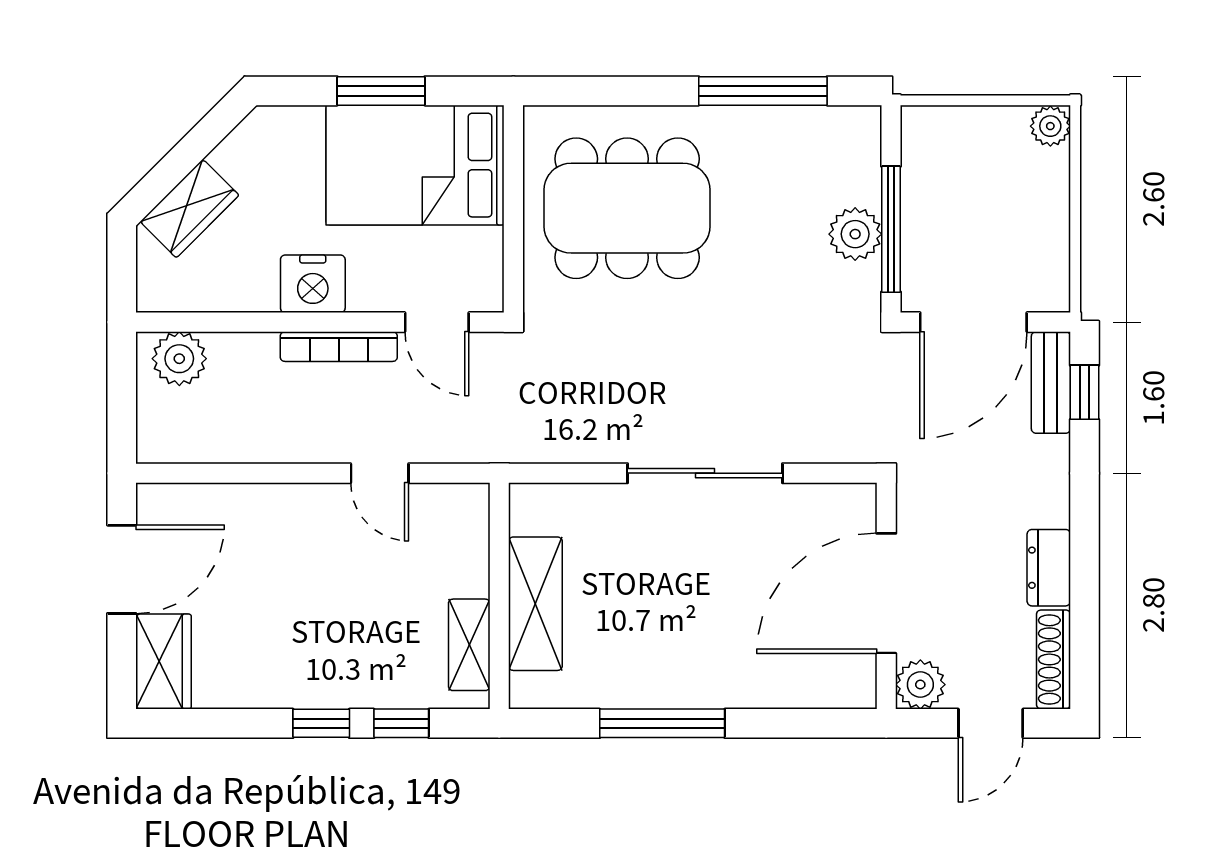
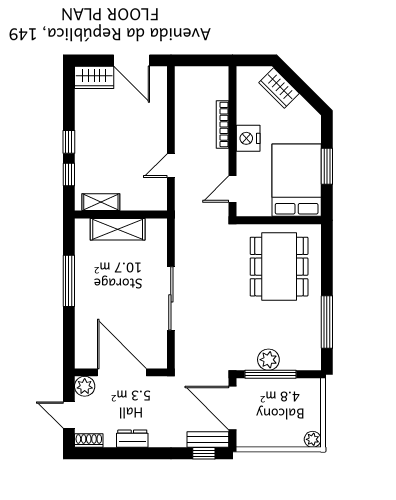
bookcase: (339, 347) -> (223, 124), moved
plant: (179, 359) -> (218, 84), removed
shoe rack: (1053, 659) -> (89, 441), width x0.70

